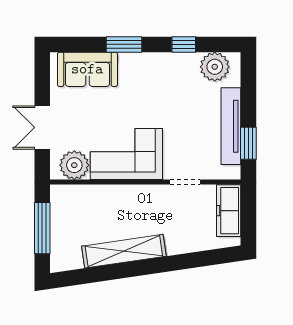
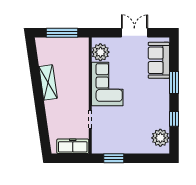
tv unit: (231, 126) -> (124, 148), removed
double door: (42, 127) -> (134, 33), moved
shelving: (124, 251) -> (48, 82), width x0.68

